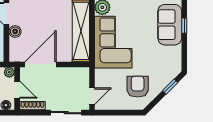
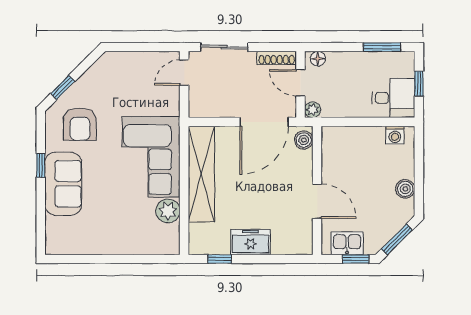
window: (184, 26) -> (41, 165), moved
boiler: (15, 31) -> (304, 140), moved
armchair: (138, 87) -> (80, 124), moved

